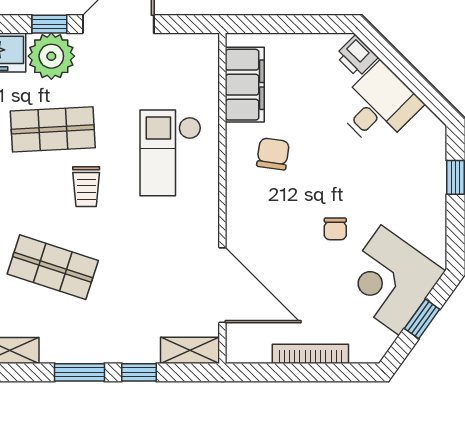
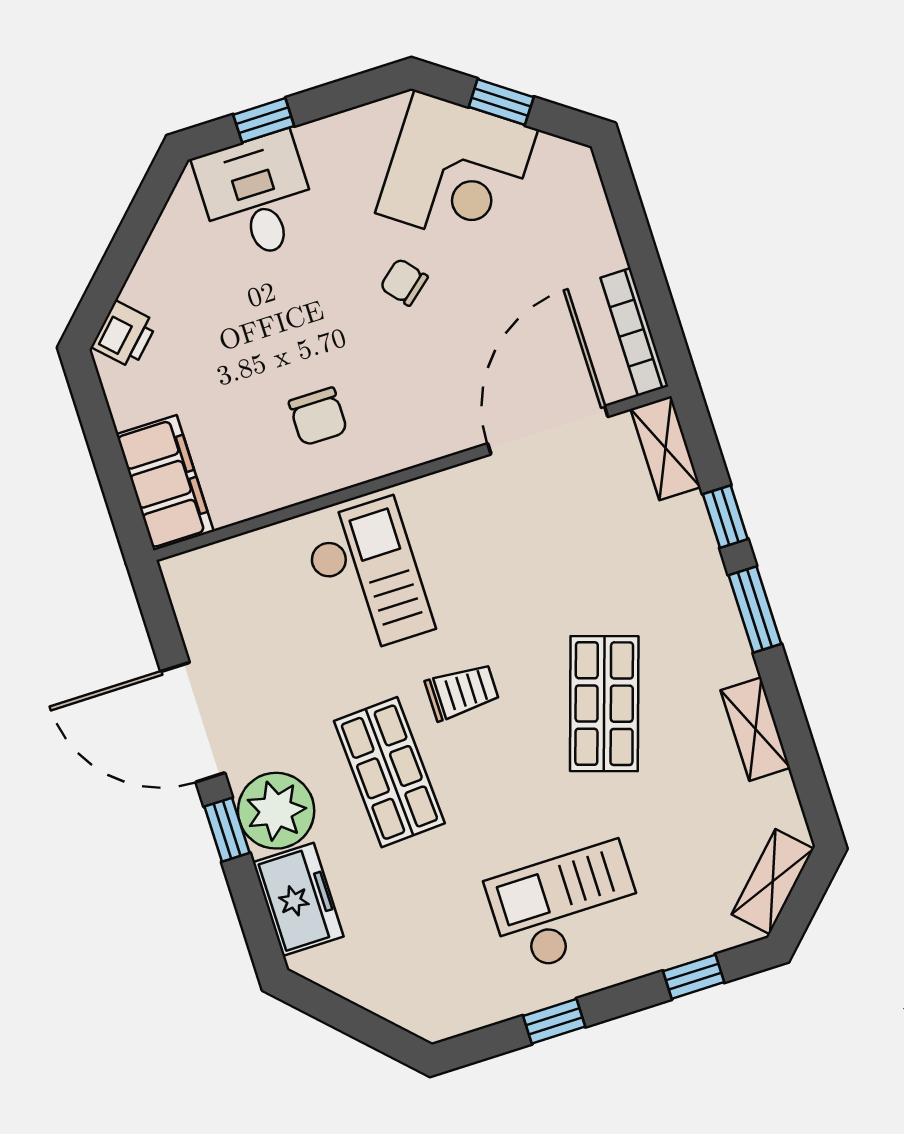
filing cabinet: (245, 85) -> (165, 483), moved, turned 90
desk: (378, 106) -> (257, 197), moved, turned 45
checkout: (170, 153) -> (368, 577), turned -90
chair: (273, 154) -> (318, 417), turned -98
chair: (335, 229) -> (404, 282), turned -130
bookcase: (310, 354) -> (634, 332), moved

